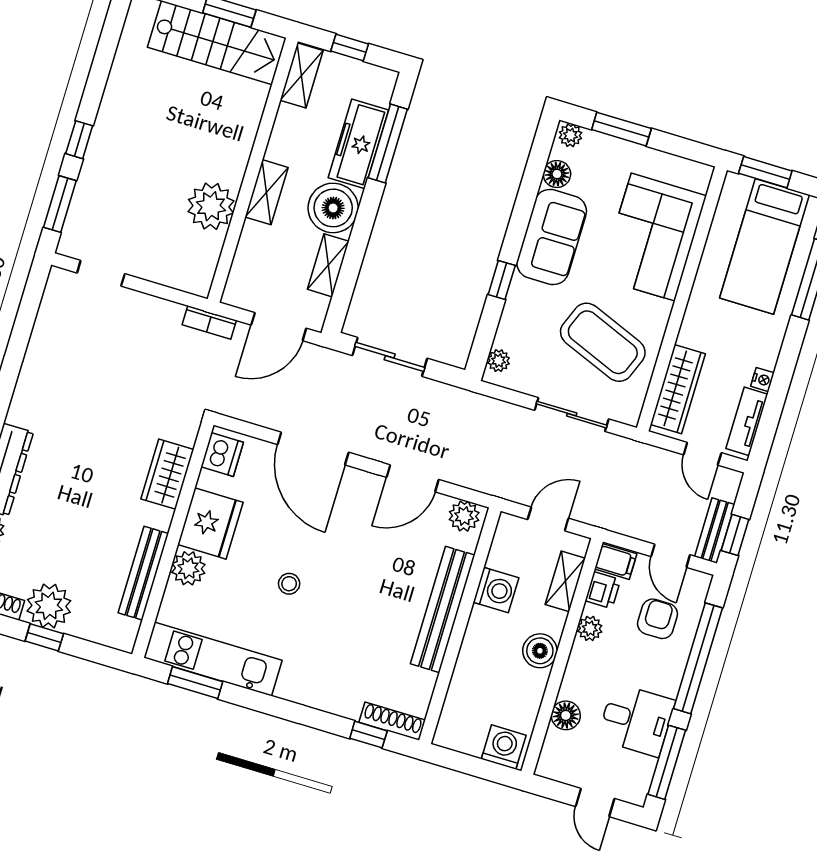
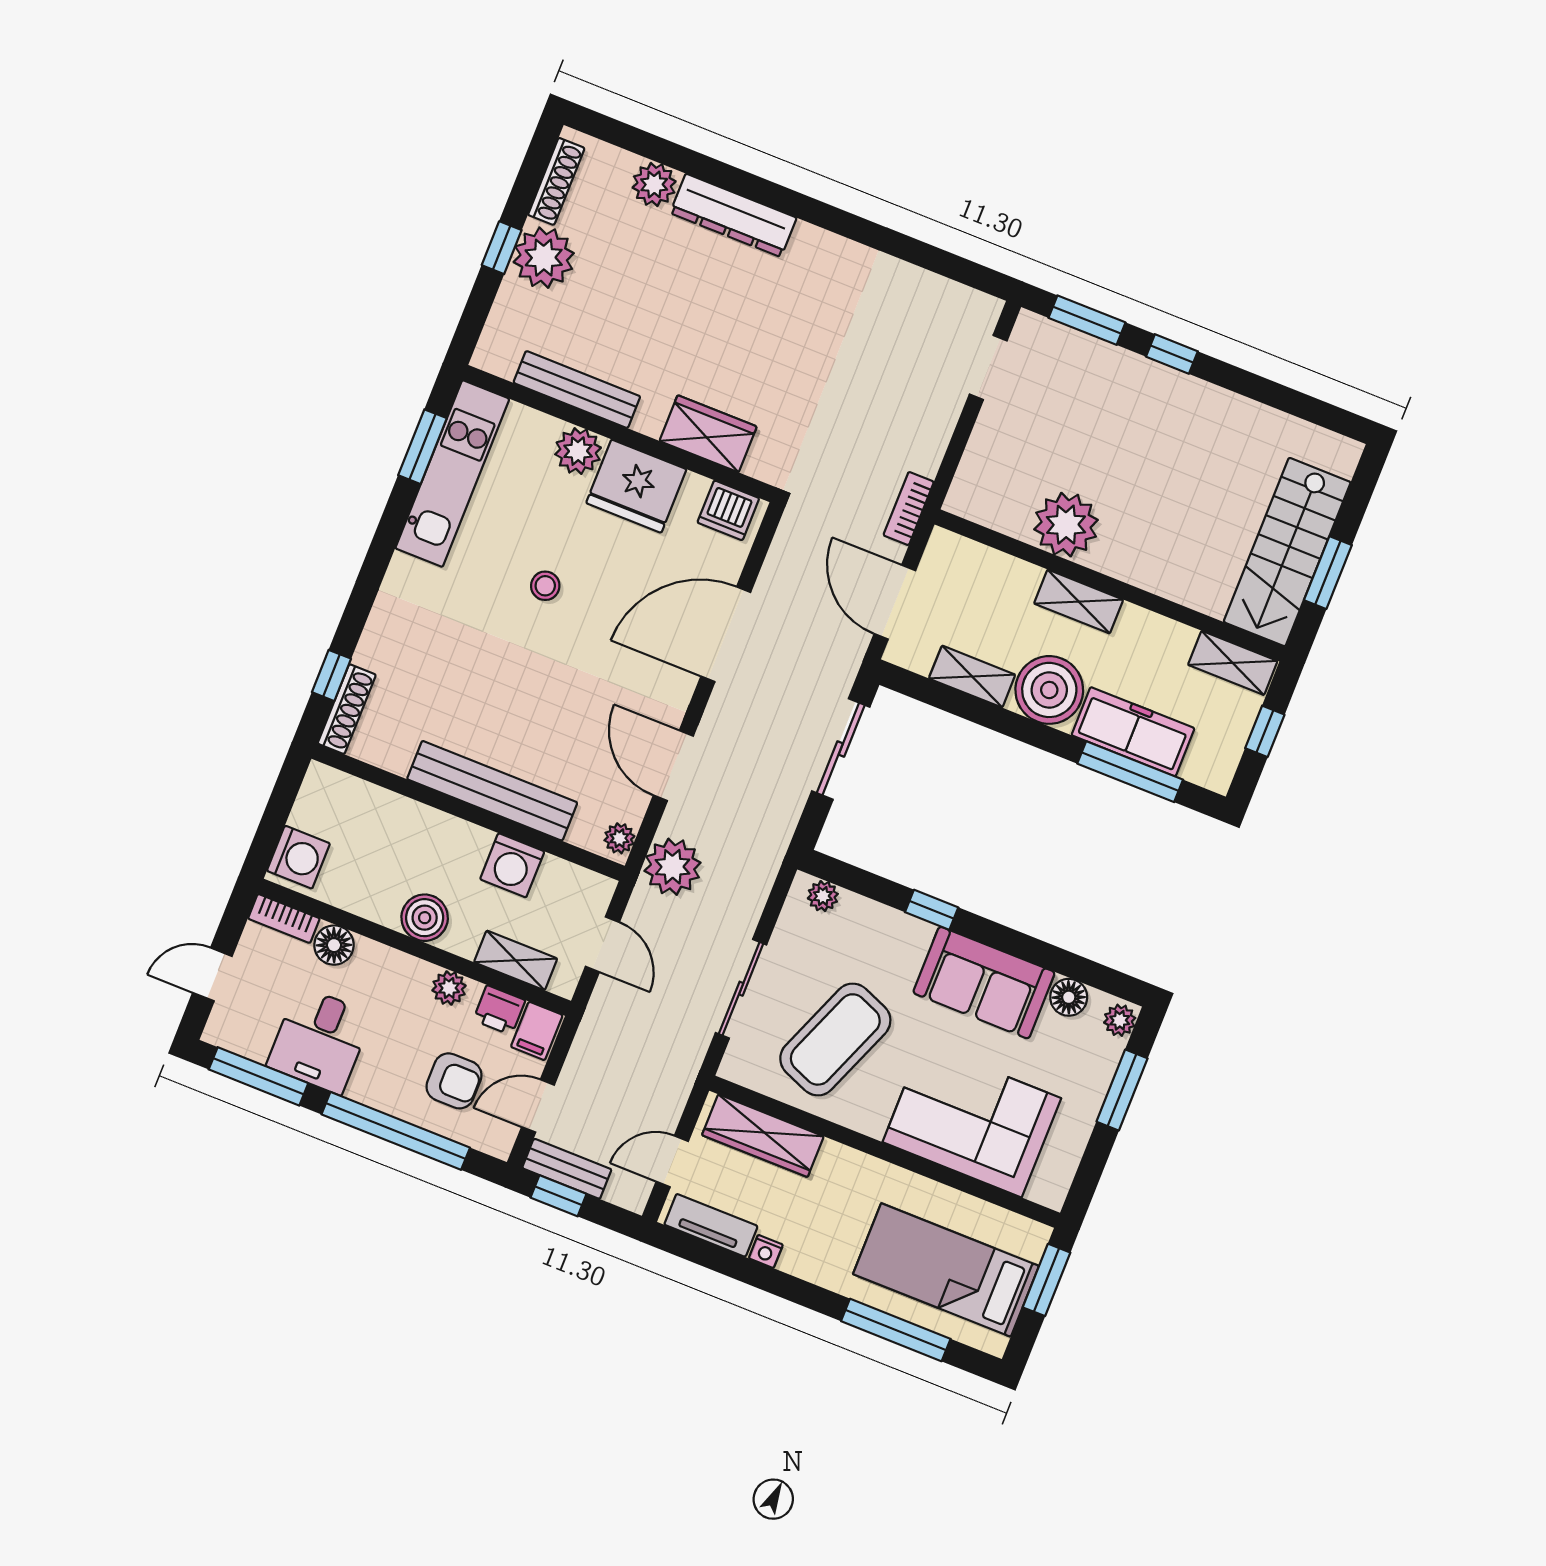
plant: (487, 473) -> (673, 867), added
plant: (464, 516) -> (619, 838), width x0.73, depth x0.73
bookcase: (549, 754) -> (284, 918), added

